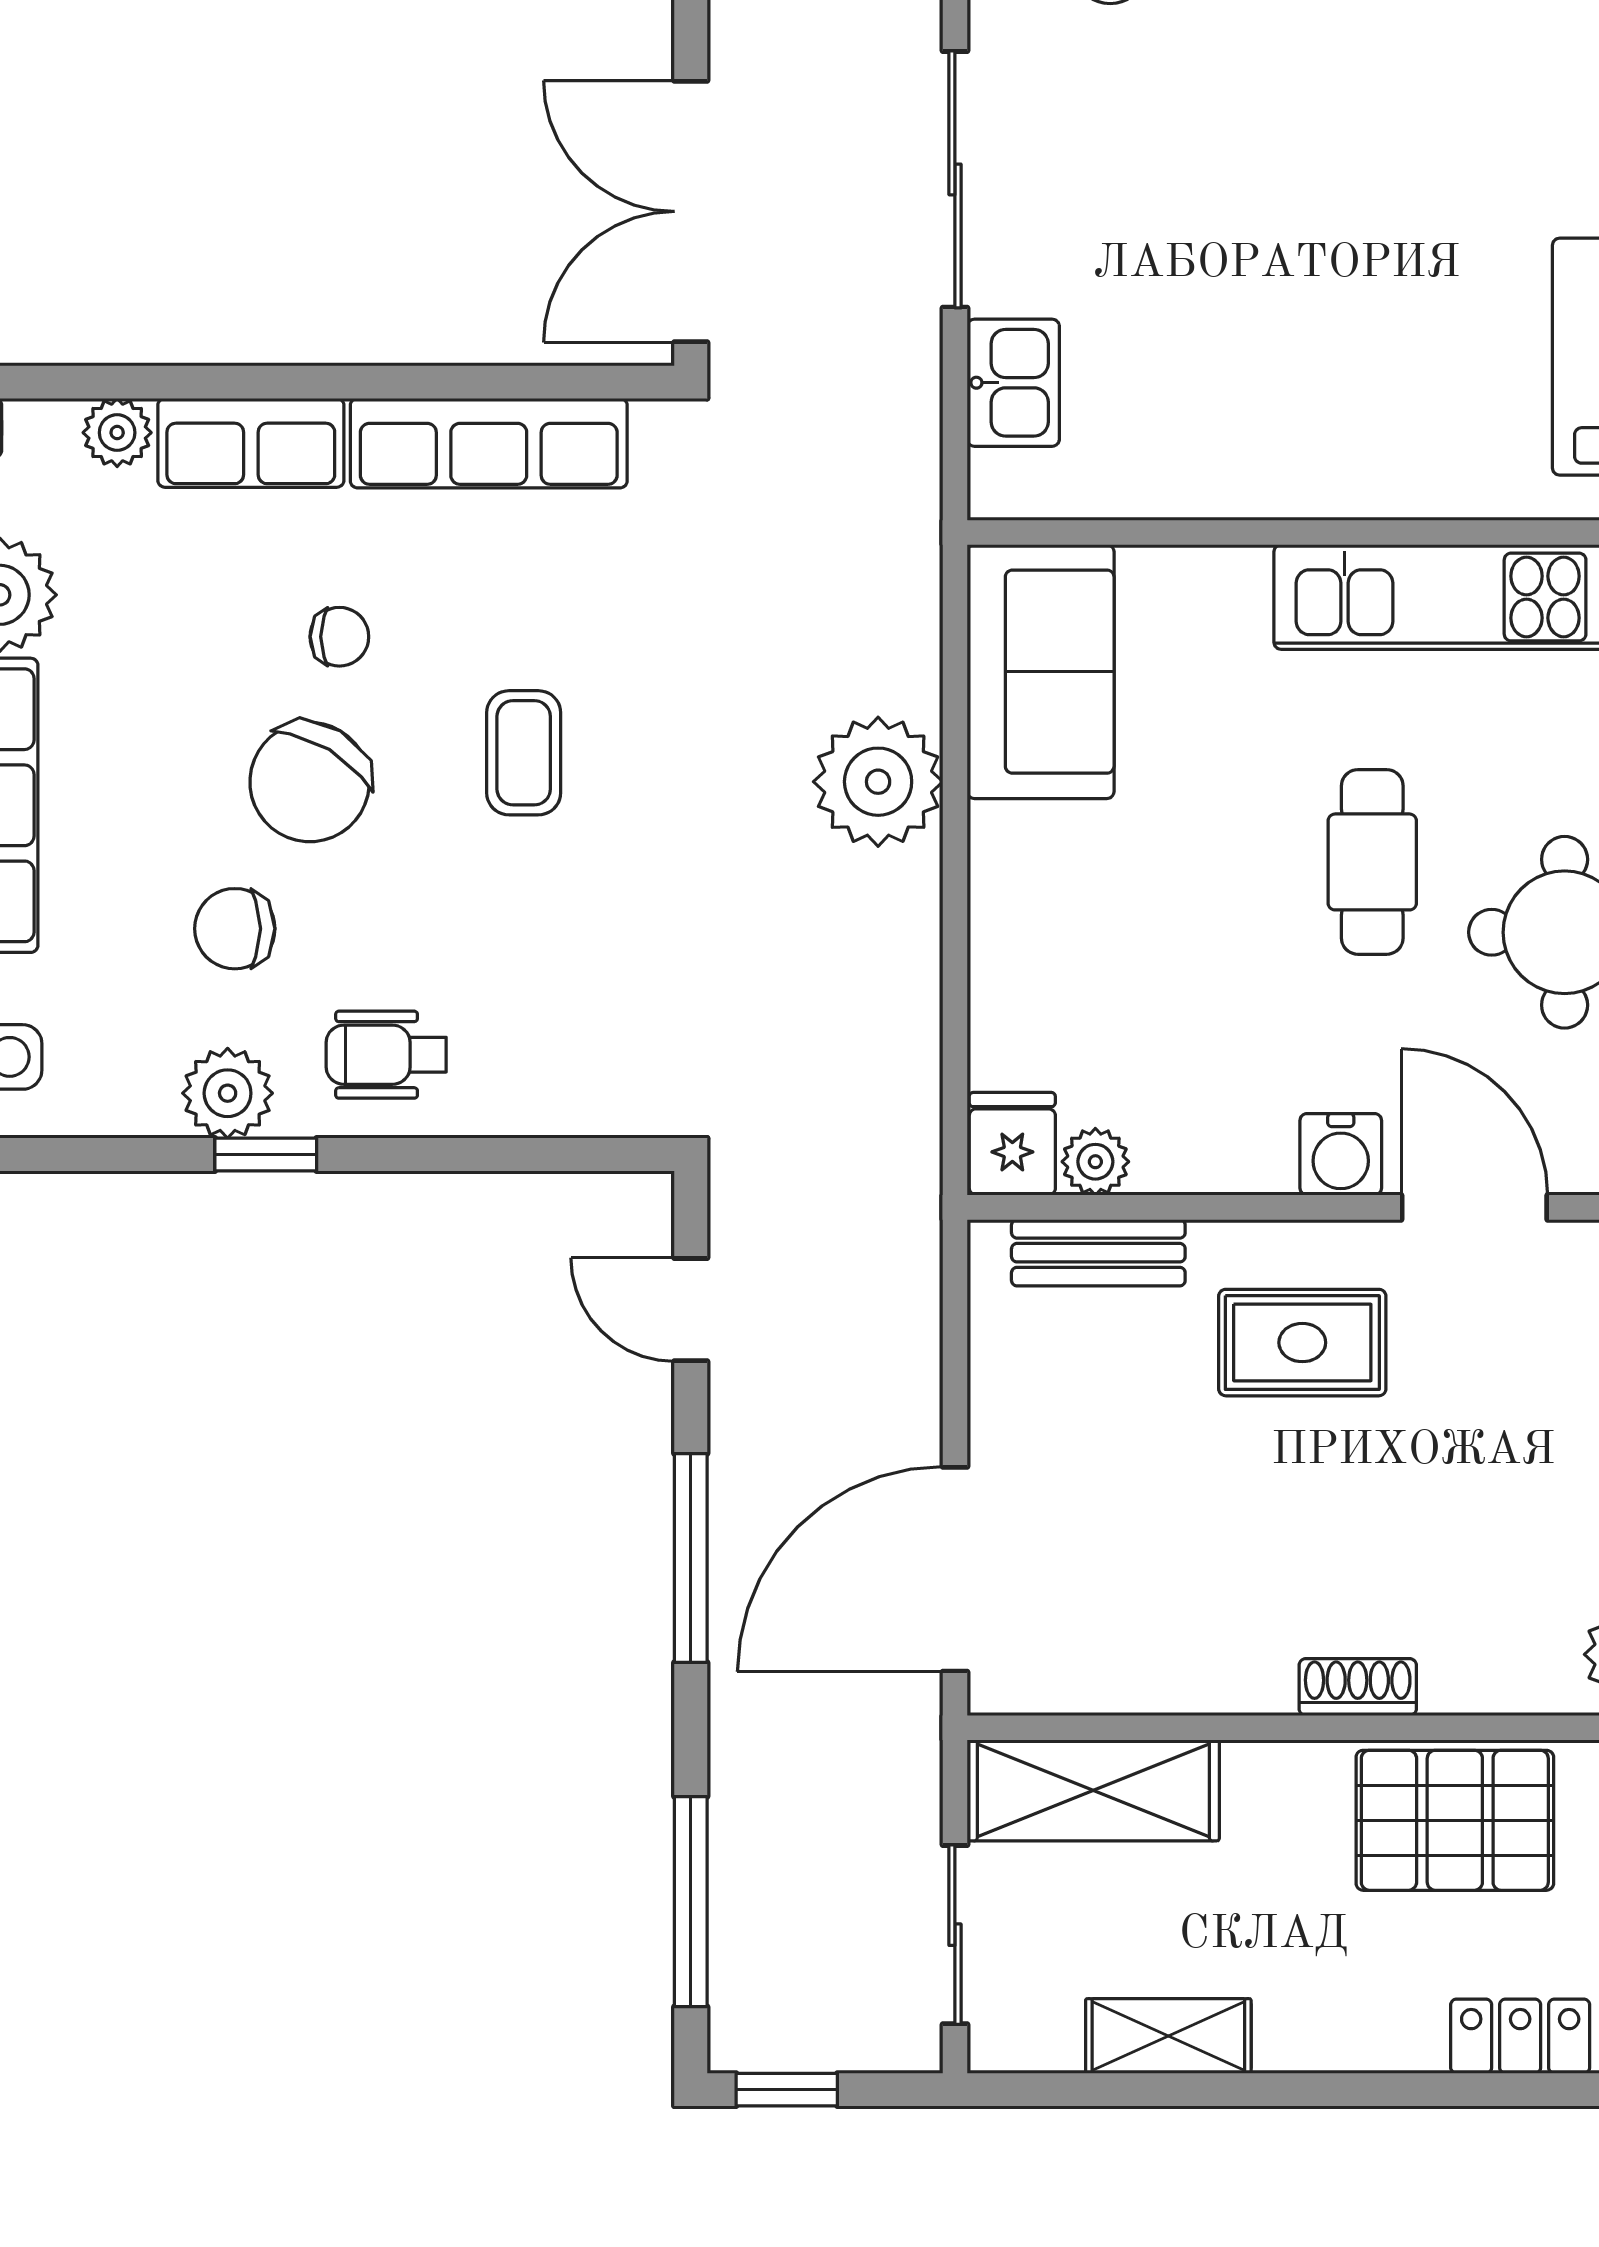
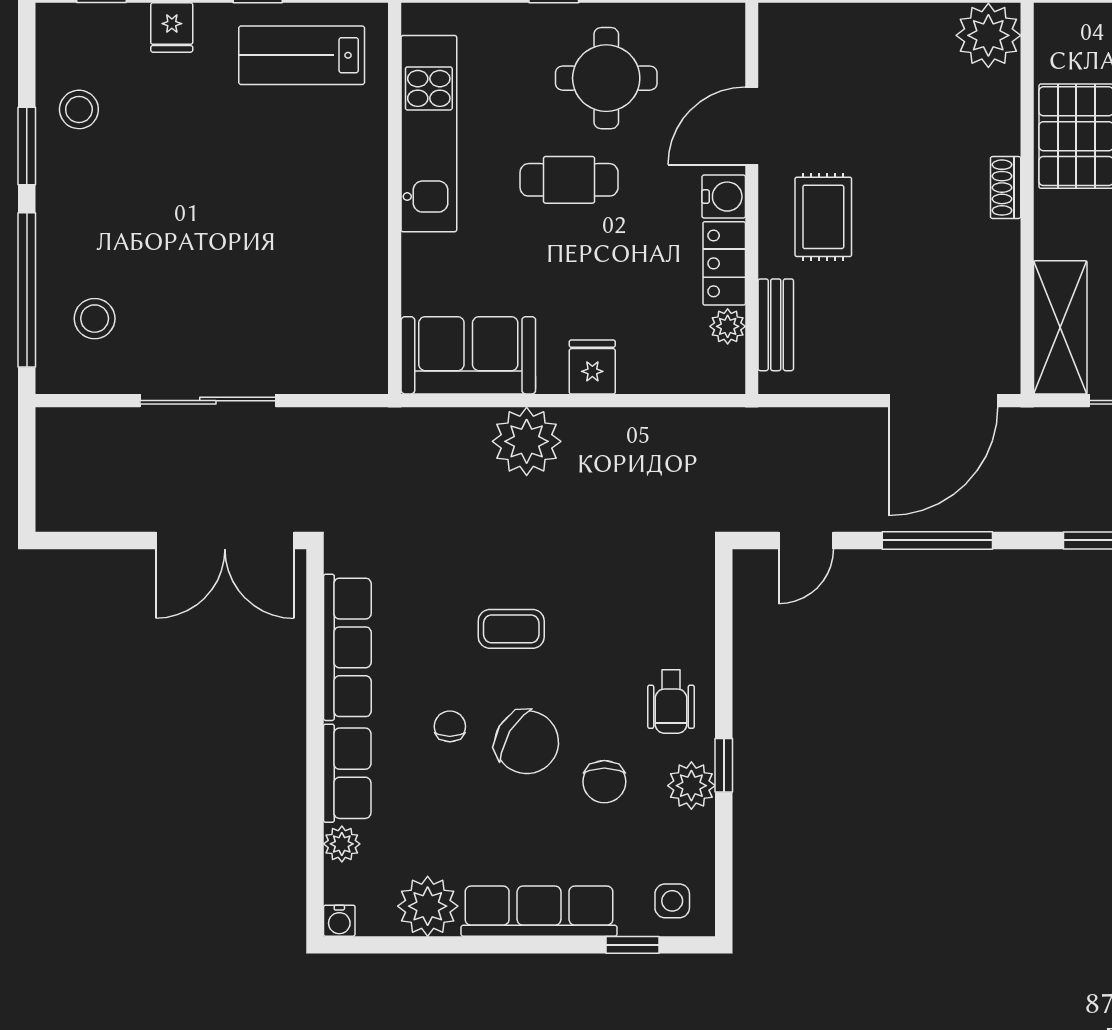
kitchen sink: (1013, 383) -> (315, 370), removed
fridge: (1012, 1144) -> (592, 367), moved, turned 90
locker: (1214, 1155) -> (724, 263), added
door: (955, 1569) -> (943, 401), hinge flipped

